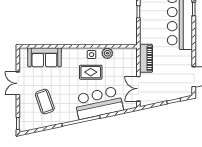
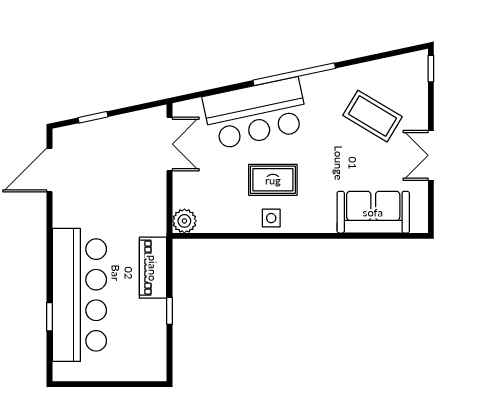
plant: (107, 53) -> (184, 221), moved
piano: (146, 58) -> (153, 268), moved
double door: (18, 83) -> (431, 155), swing flipped
coffee table: (45, 102) -> (372, 116), turned -40

